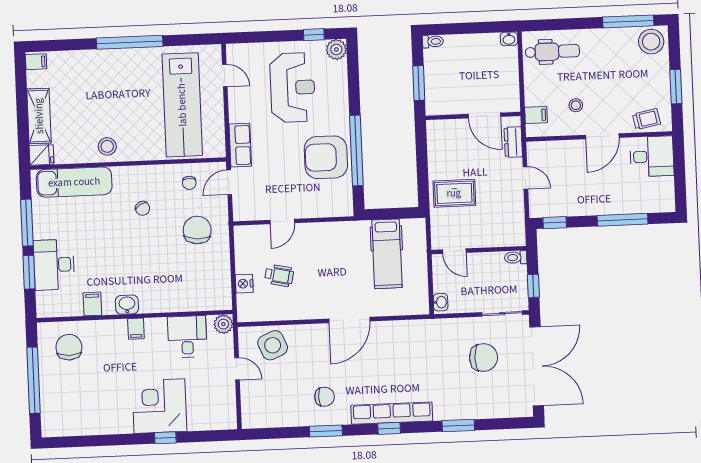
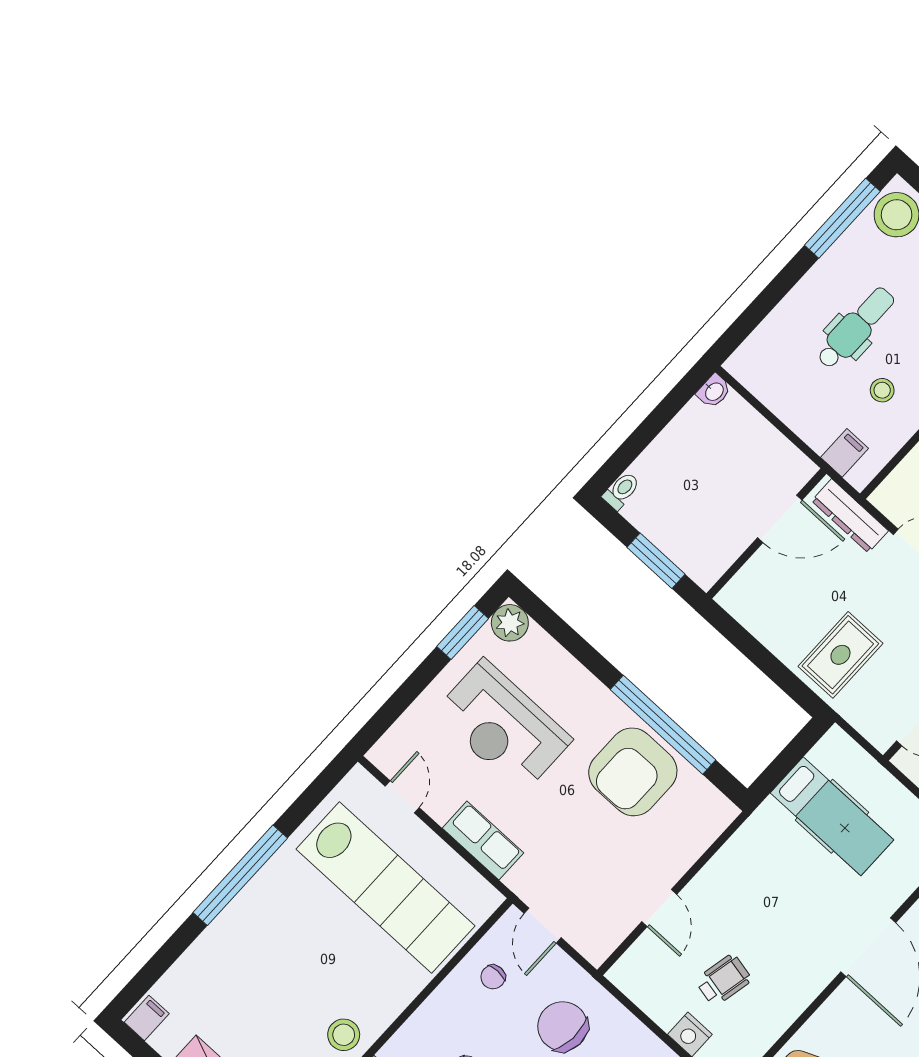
window: (314, 35) -> (463, 633), width x1.50
dental chair: (552, 52) -> (856, 328), moved
door: (225, 76) -> (402, 797), hinge flipped
reception desk: (292, 88) -> (503, 726), turned 180
dresser: (513, 142) -> (850, 516), width x1.44
row of seats: (240, 145) -> (483, 840), moved
chair: (189, 183) -> (493, 977), turned 90

